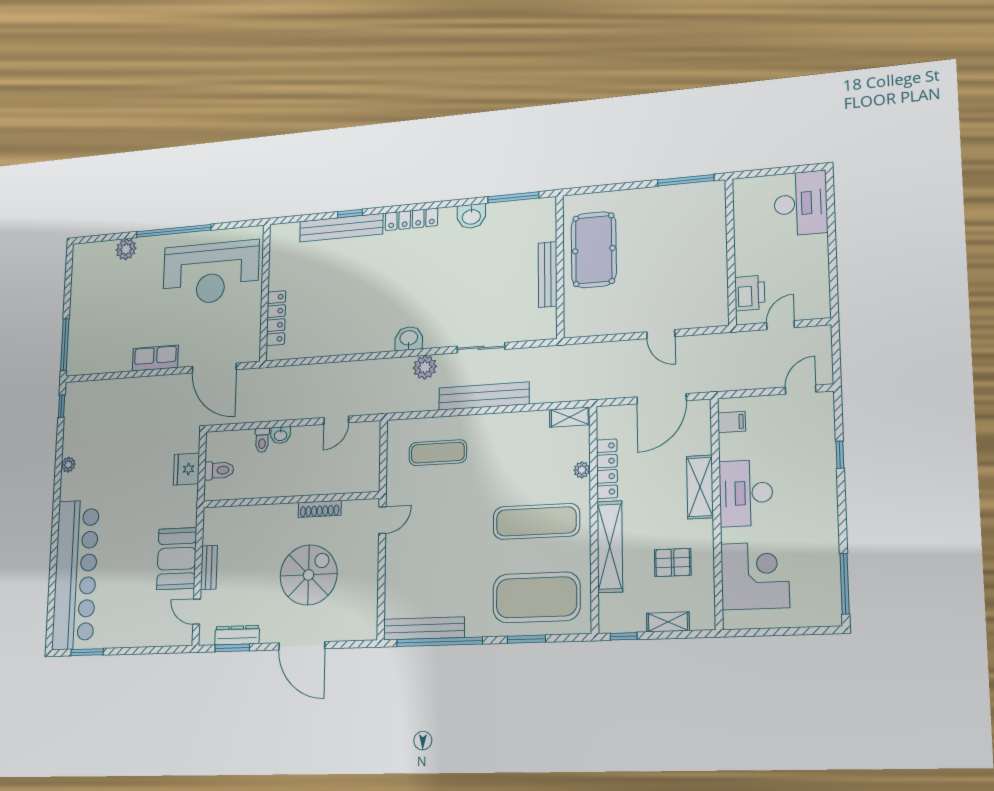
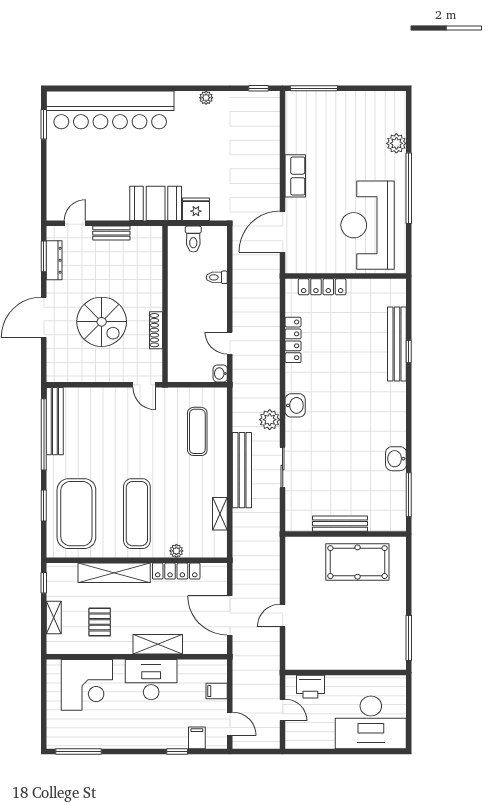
desk: (801, 203) -> (371, 722), width x1.36, depth x1.30
locker: (411, 219) -> (293, 340), moved, turned 180
shelving: (570, 417) -> (220, 514), moved
filing cabinet: (732, 422) -> (217, 691), moved, turned 90
filing cabinet: (821, 430) -> (197, 738), added
washbasin: (280, 435) -> (220, 374), moved
booth: (177, 559) -> (156, 203), moved

